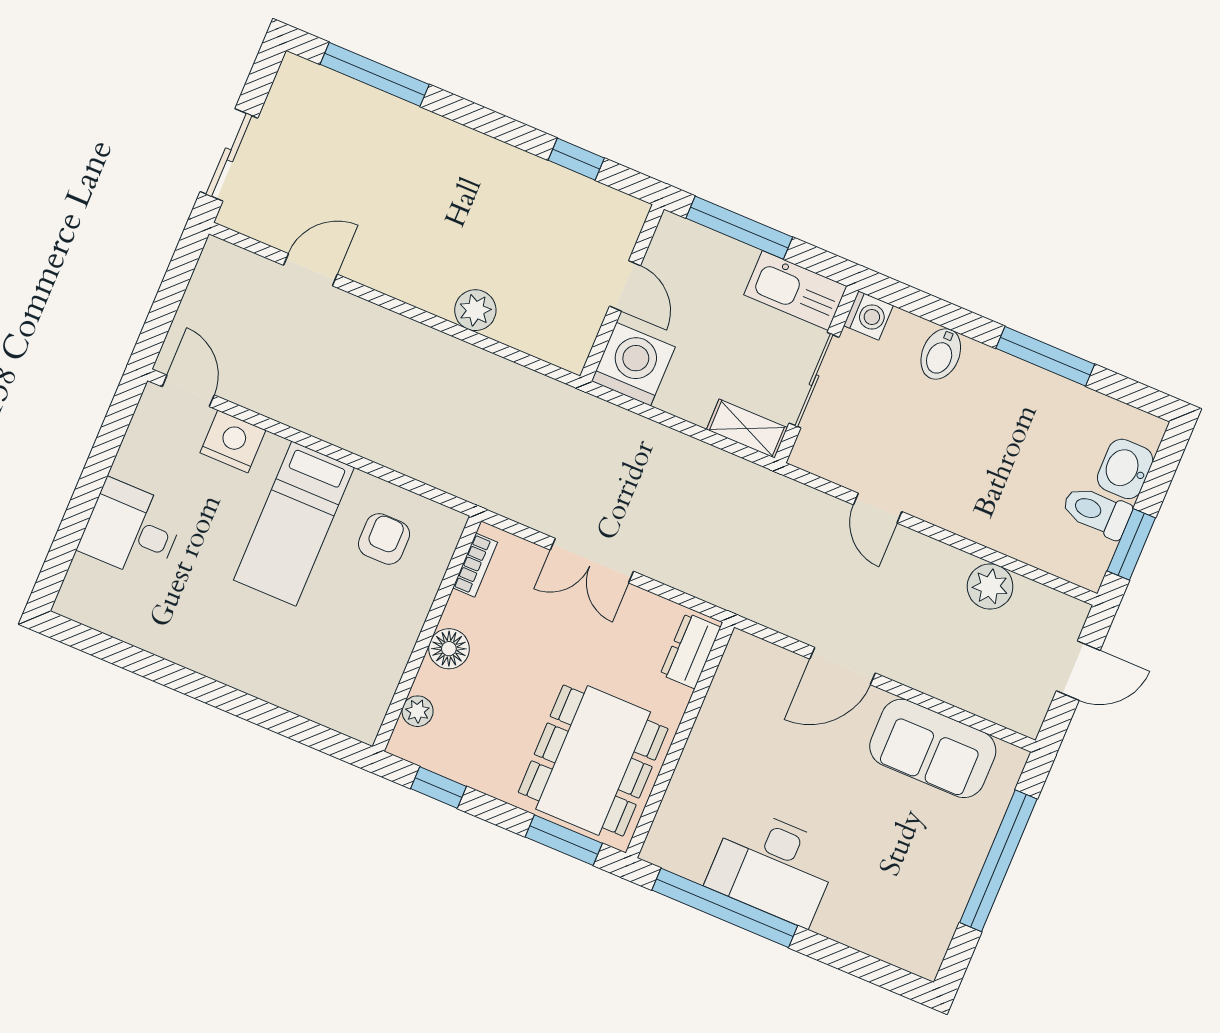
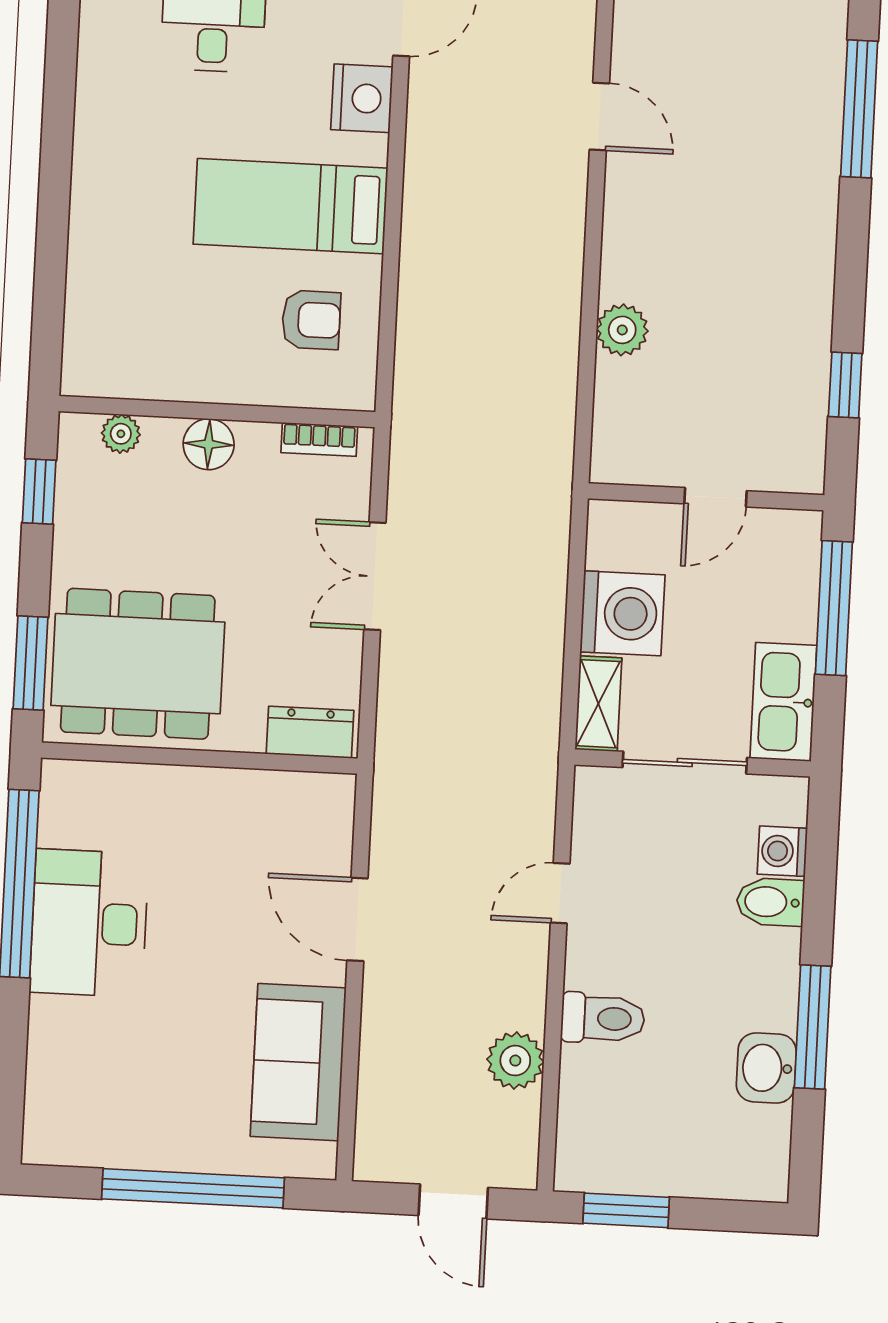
washing machine: (868, 316) -> (782, 851), moved, turned 90
washing machine: (633, 364) -> (622, 613), moved
washbasin: (1125, 469) -> (766, 1068), moved, turned -90
toilet: (1097, 512) -> (603, 1018), moved, turned 90

